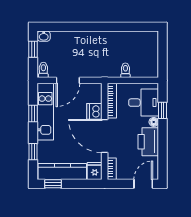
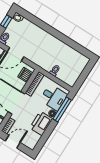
window: (162, 110) -> (62, 109), width x2.17
dishwasher: (94, 111) -> (25, 75), moved
door: (143, 184) -> (13, 142), moved

